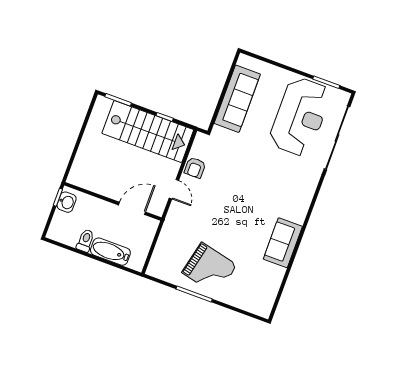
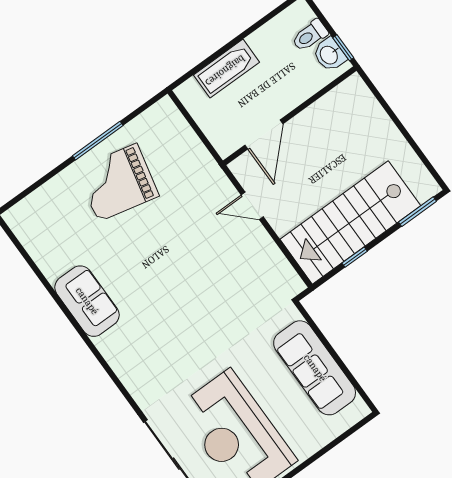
armchair: (195, 168) -> (262, 252), removed
toilet: (85, 241) -> (310, 35), moved, turned 90

